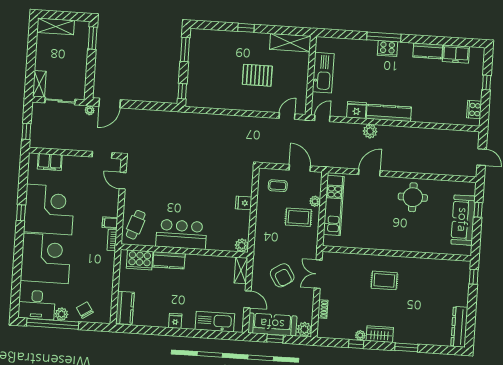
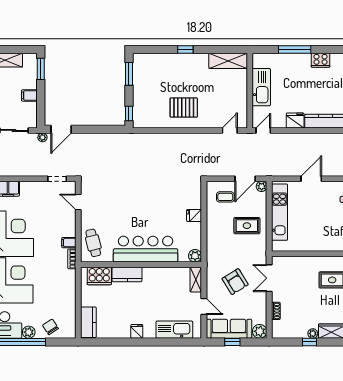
window: (384, 37) -> (295, 50), moved
filing cabinet: (79, 65) -> (29, 95), added
pallet: (257, 75) -> (184, 108), moved
plant: (370, 131) -> (309, 140), removed
door: (300, 168) -> (245, 179), swing flipped
plant: (315, 201) -> (262, 186), moved
cafe table: (136, 225) -> (93, 243), turned -33
bar counter: (181, 234) -> (146, 249), width x1.36

